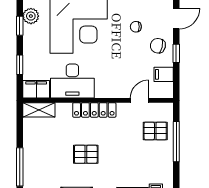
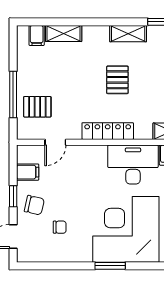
pallet: (86, 154) -> (117, 80), turned 90

